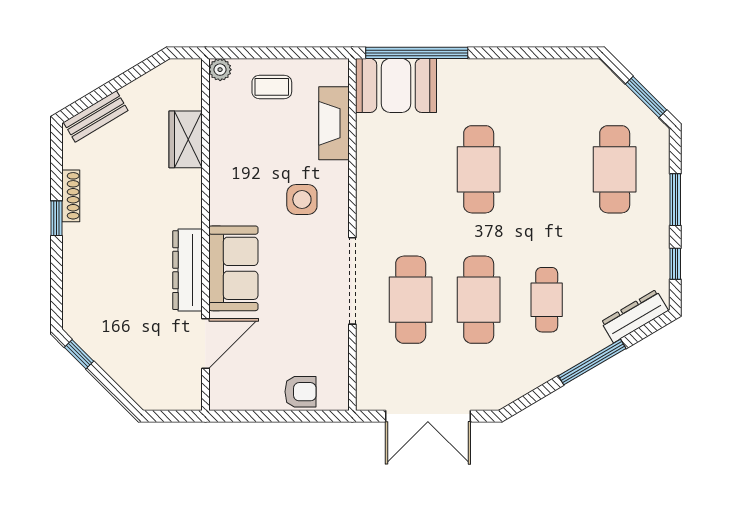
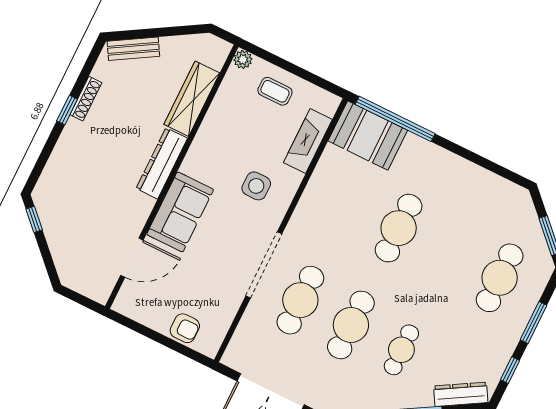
wardrobe: (186, 139) -> (192, 99), width x1.50
dresser: (188, 270) -> (162, 163), moved

